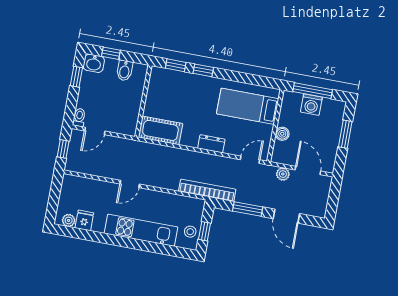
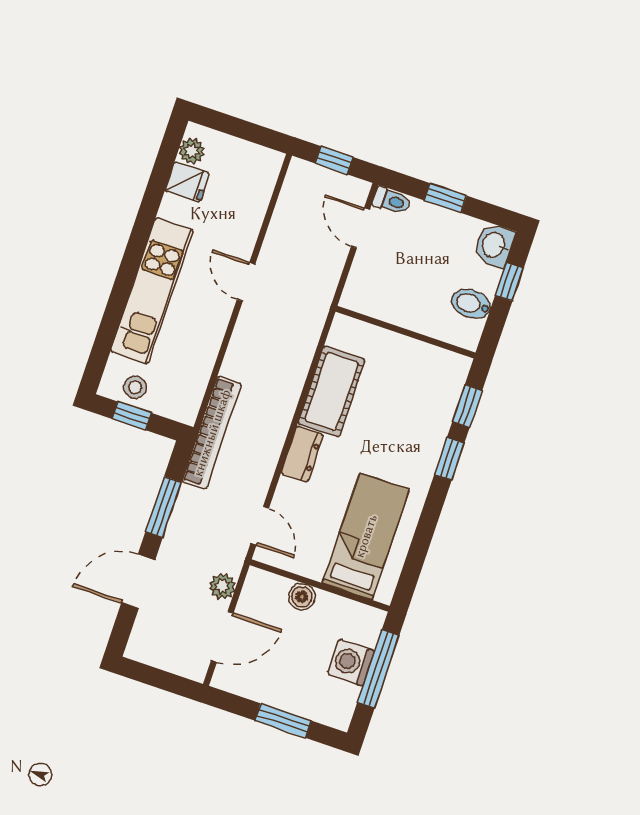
window: (76, 77) -> (445, 198), moved
cot: (160, 130) -> (332, 391), moved

